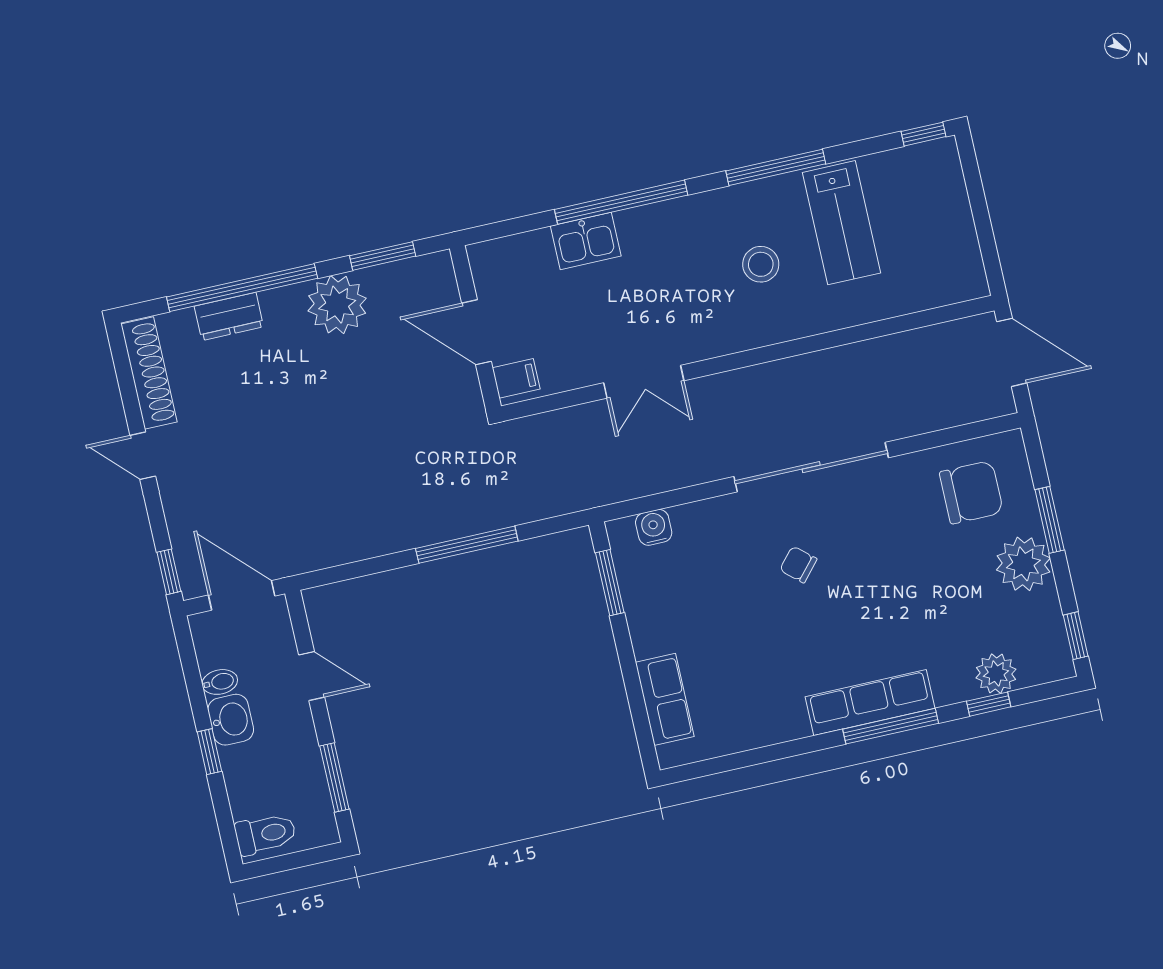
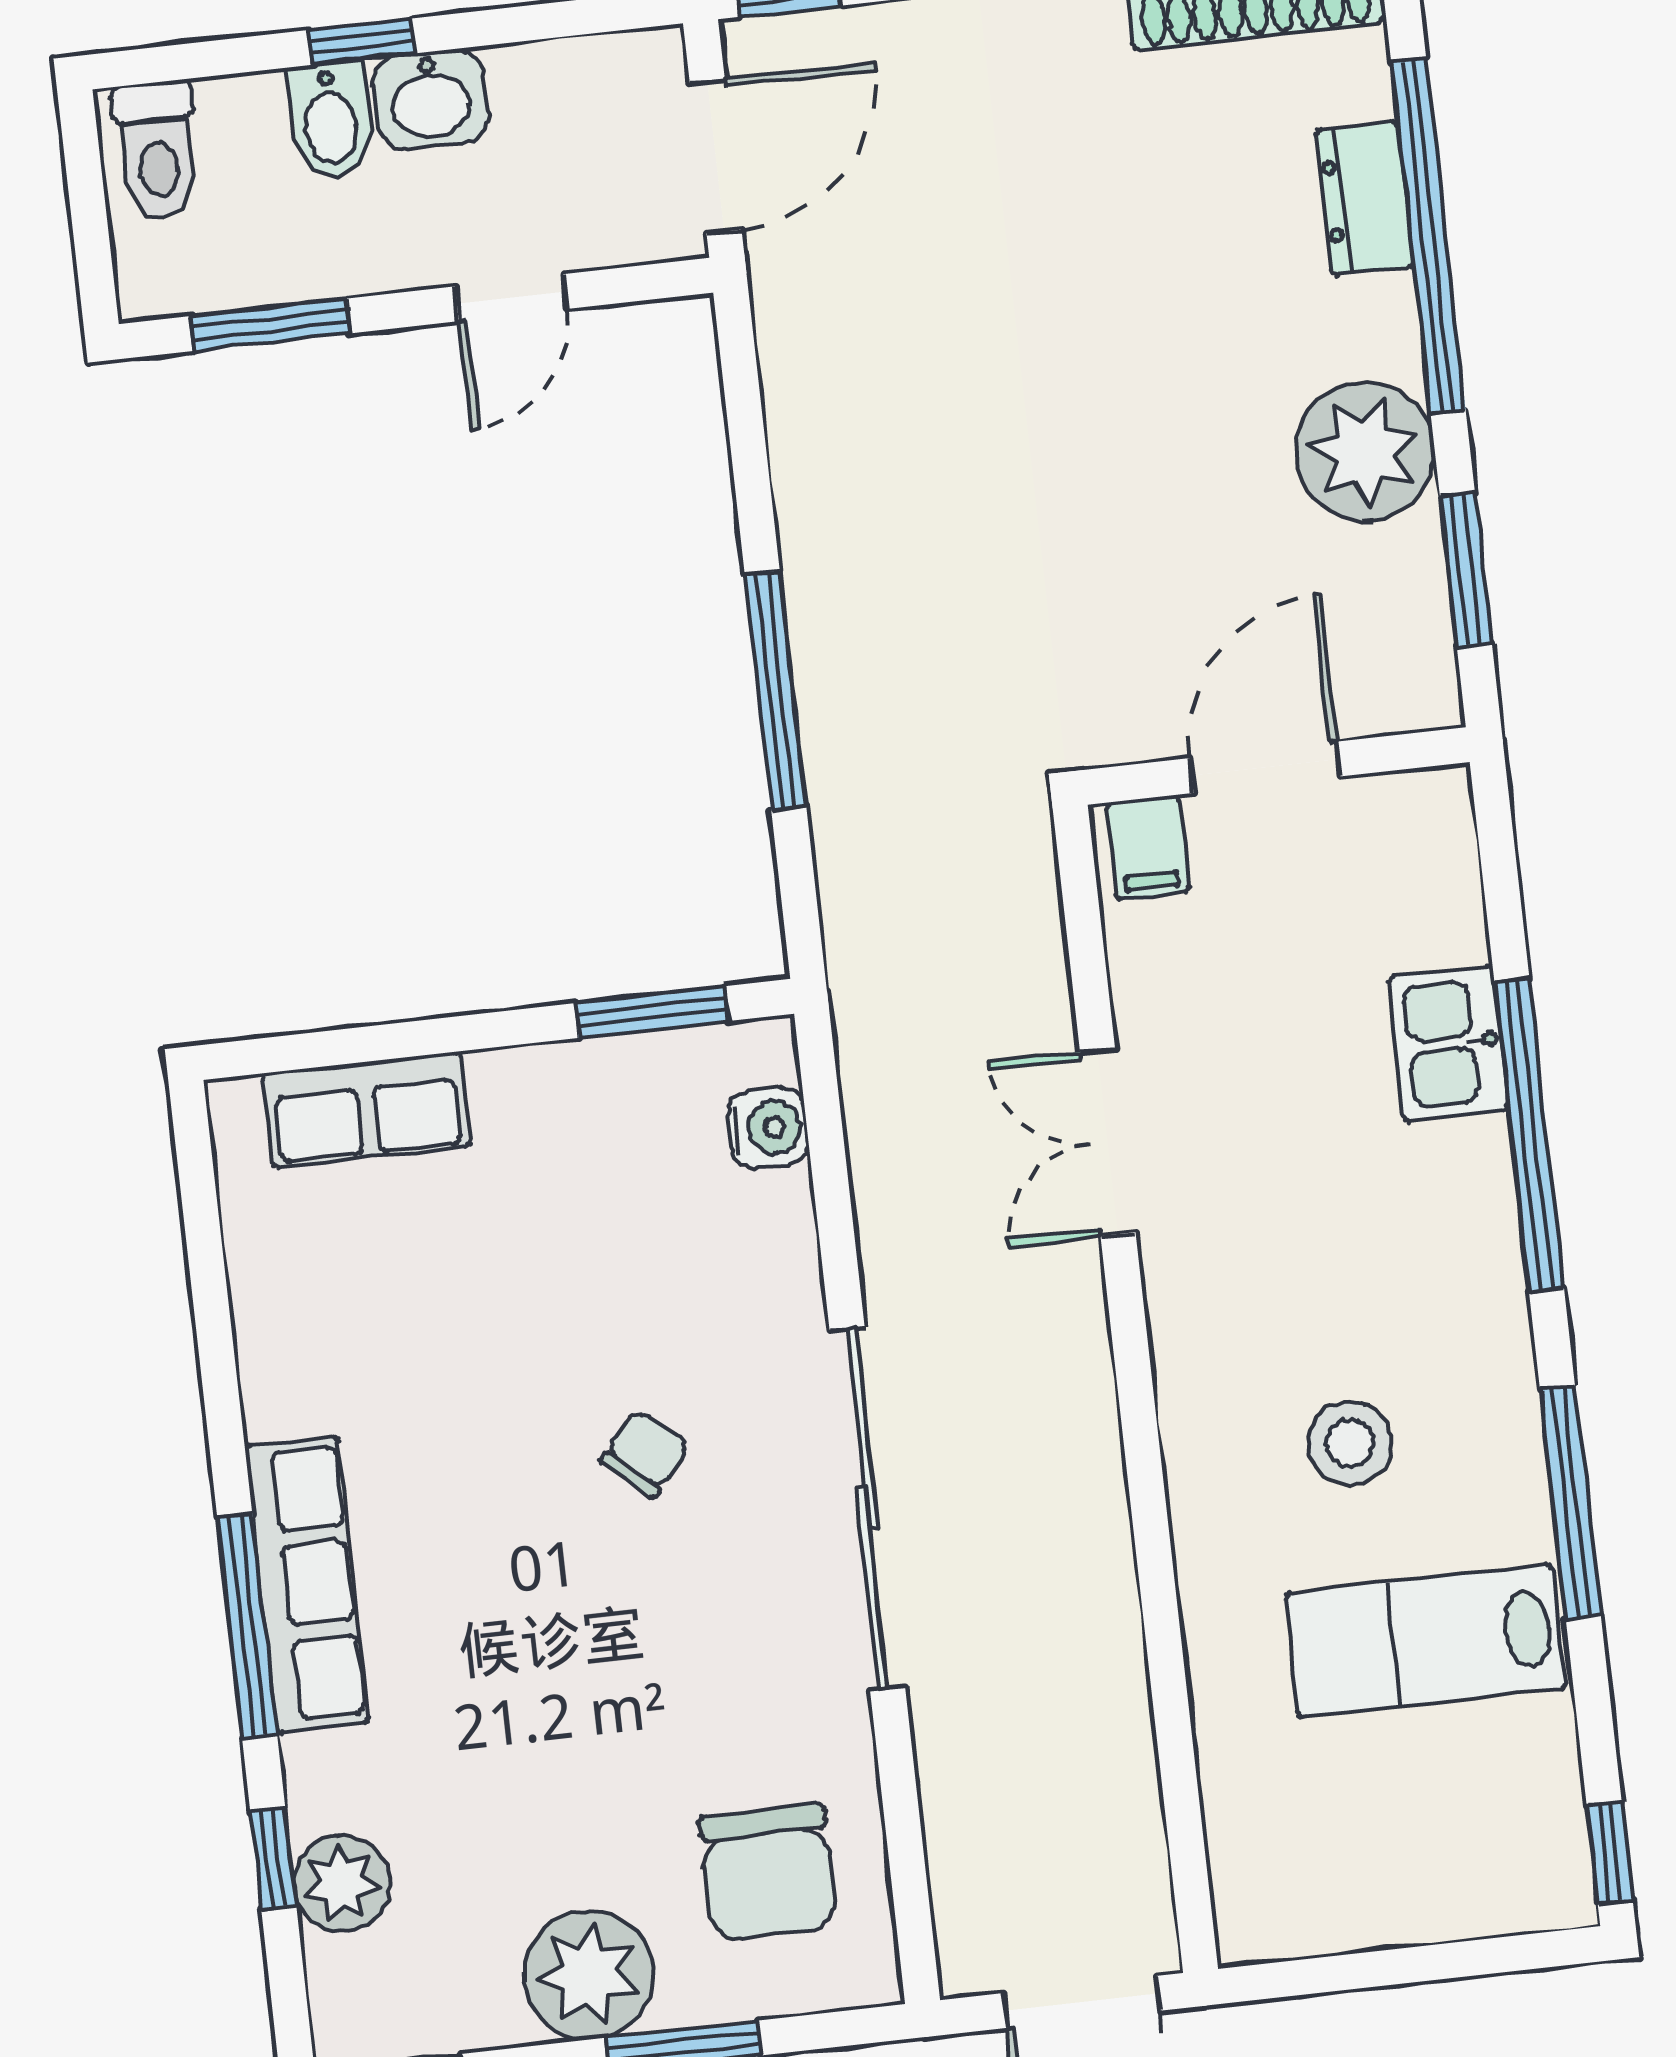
bidet: (220, 682) -> (330, 120), moved, width x1.38, depth x1.36

